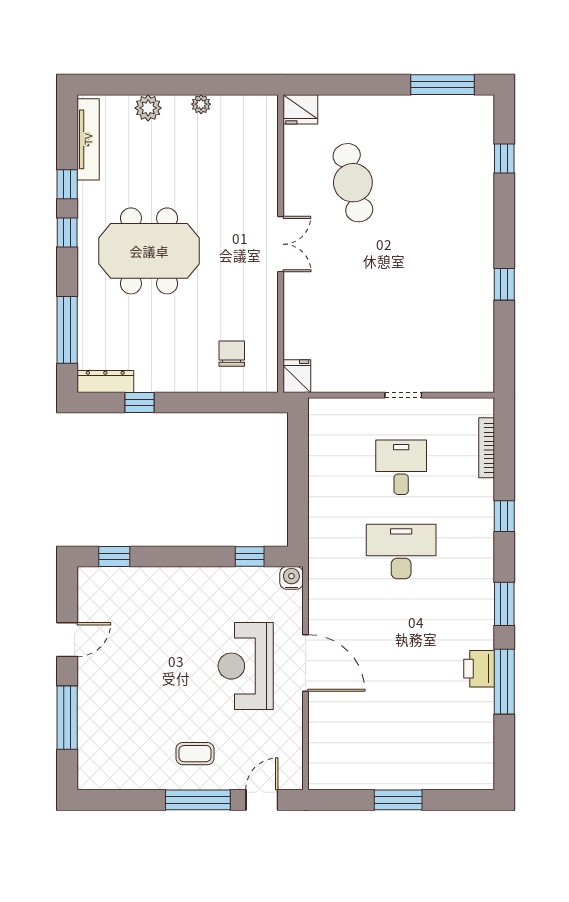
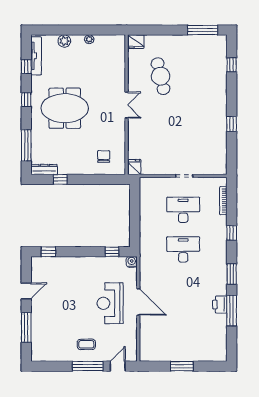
window: (67, 184) -> (26, 67), moved
desk: (401, 467) -> (183, 210), width x1.37

